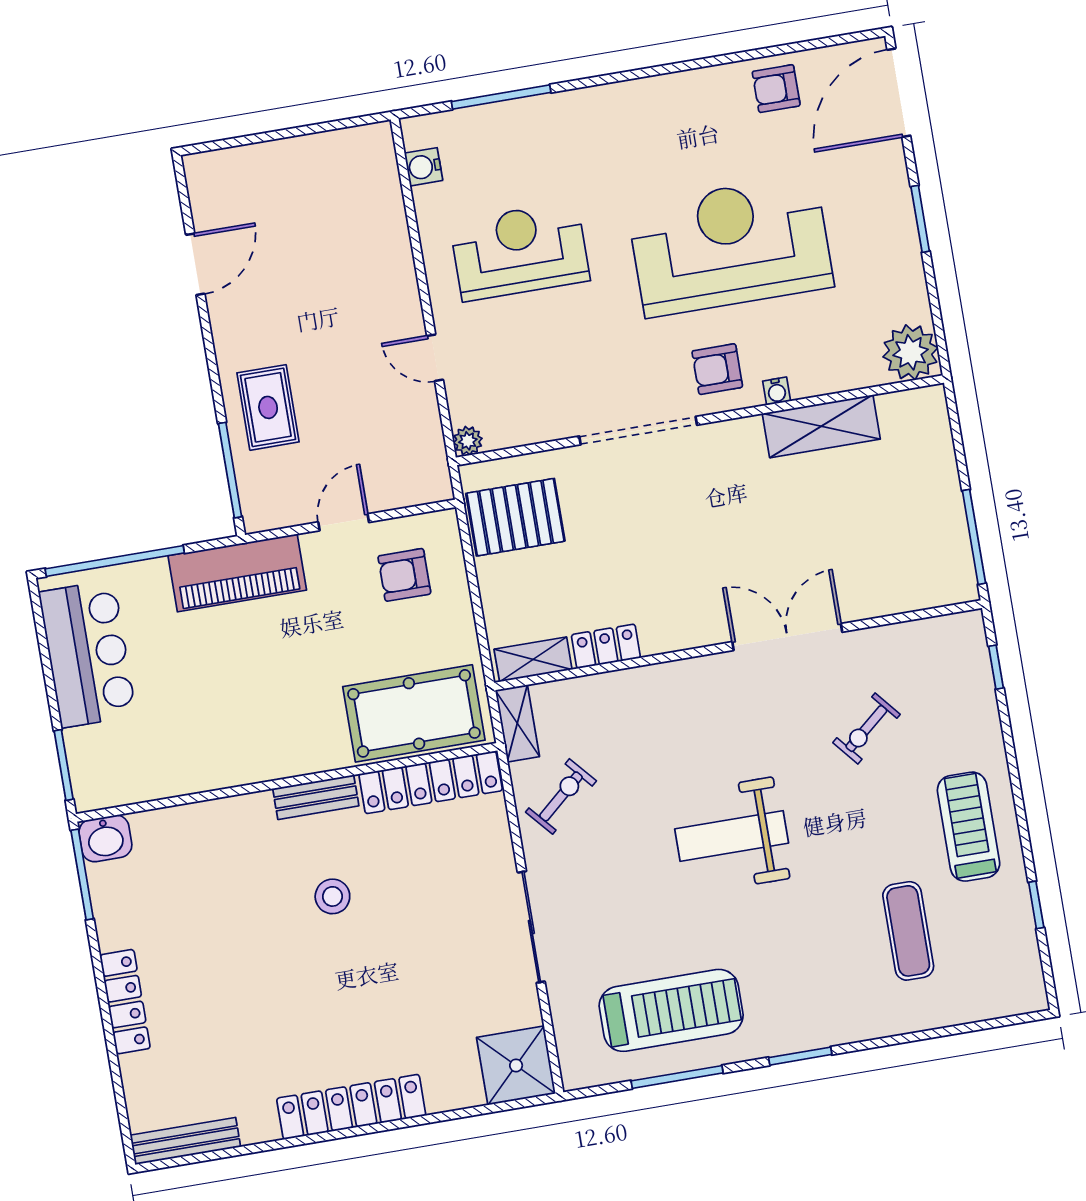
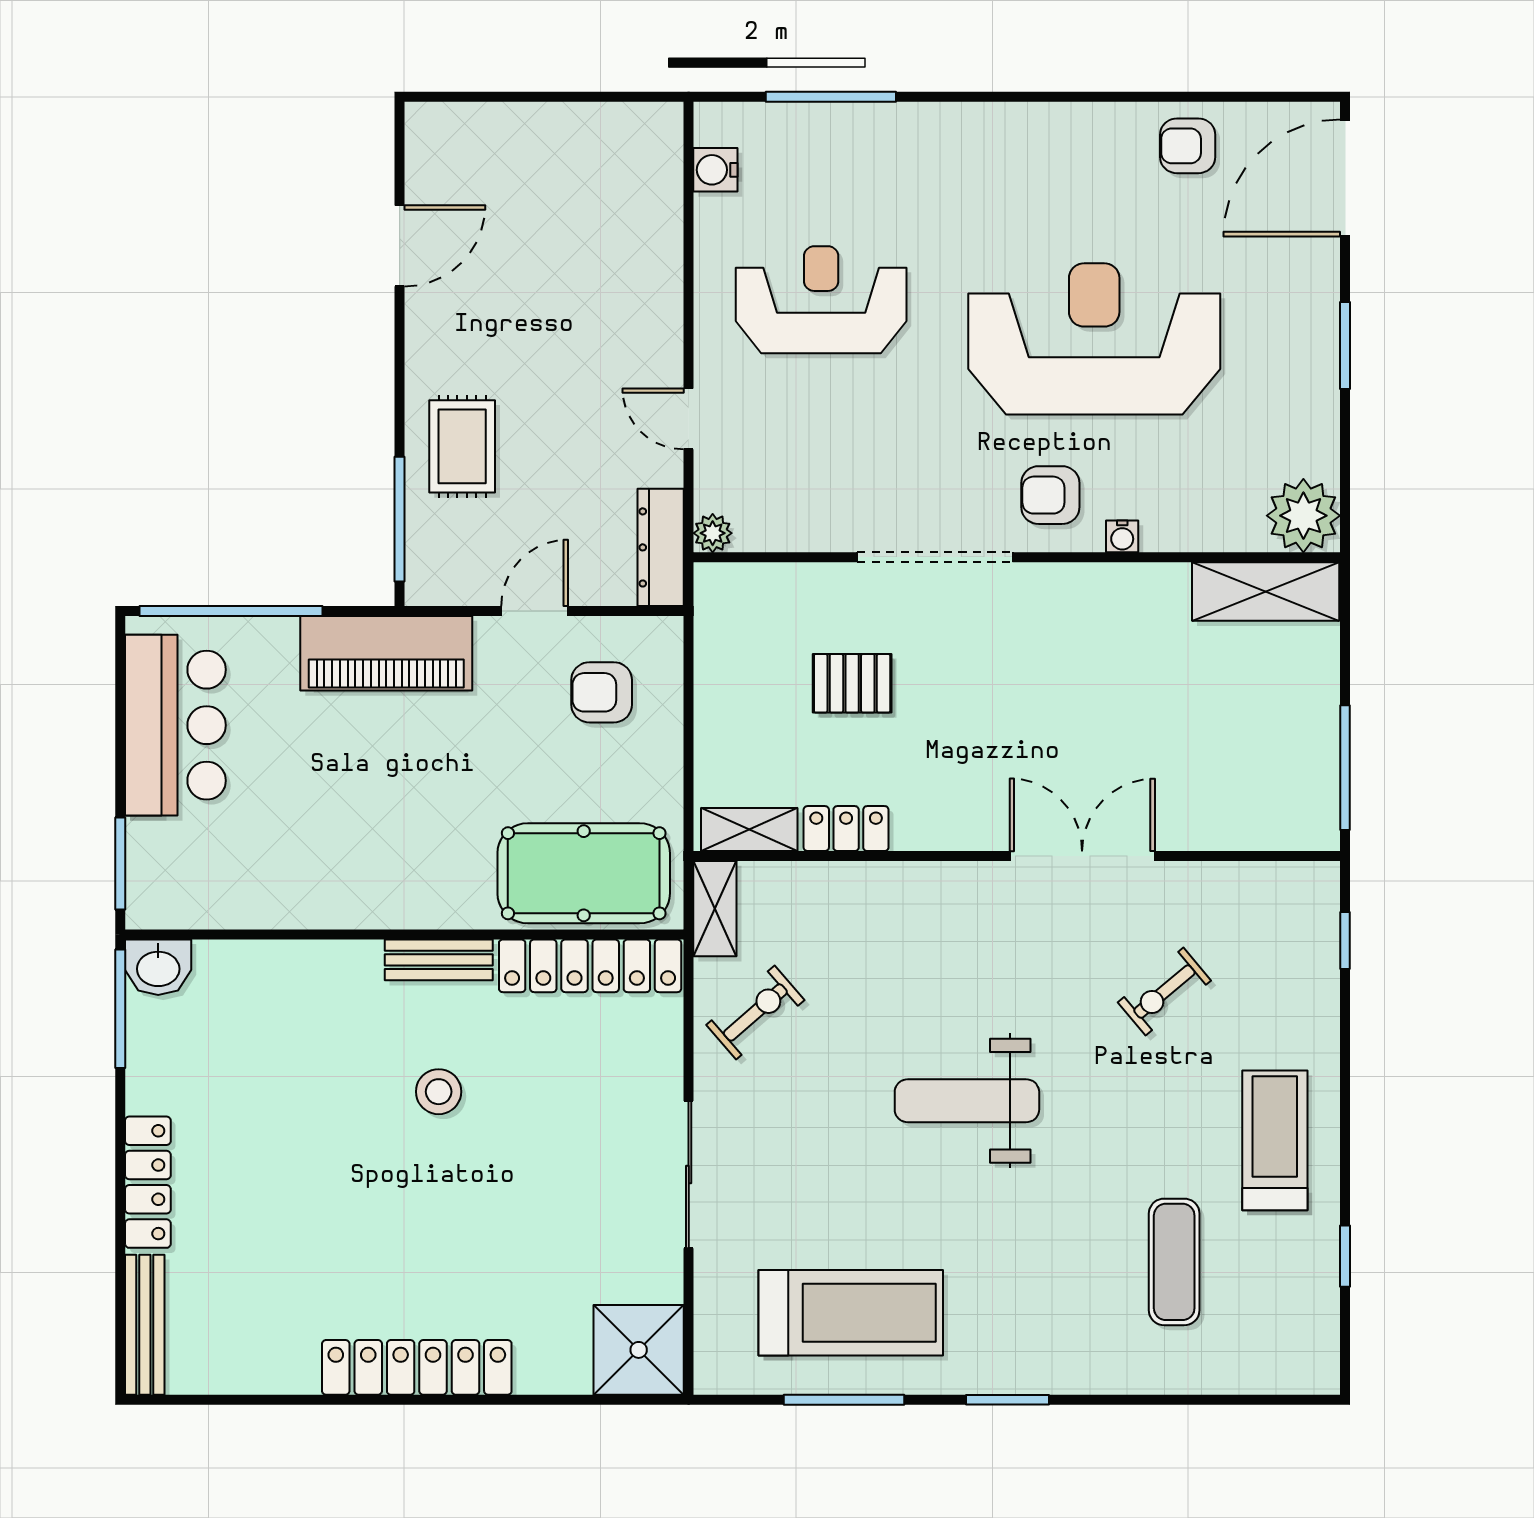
shelving: (821, 426) -> (1266, 592), moved
dresser: (430, 458) -> (661, 547), added
pallet: (515, 517) -> (852, 683), moved, width x0.67, depth x0.71
bench: (185, 1141) -> (145, 1325), moved, turned 90

